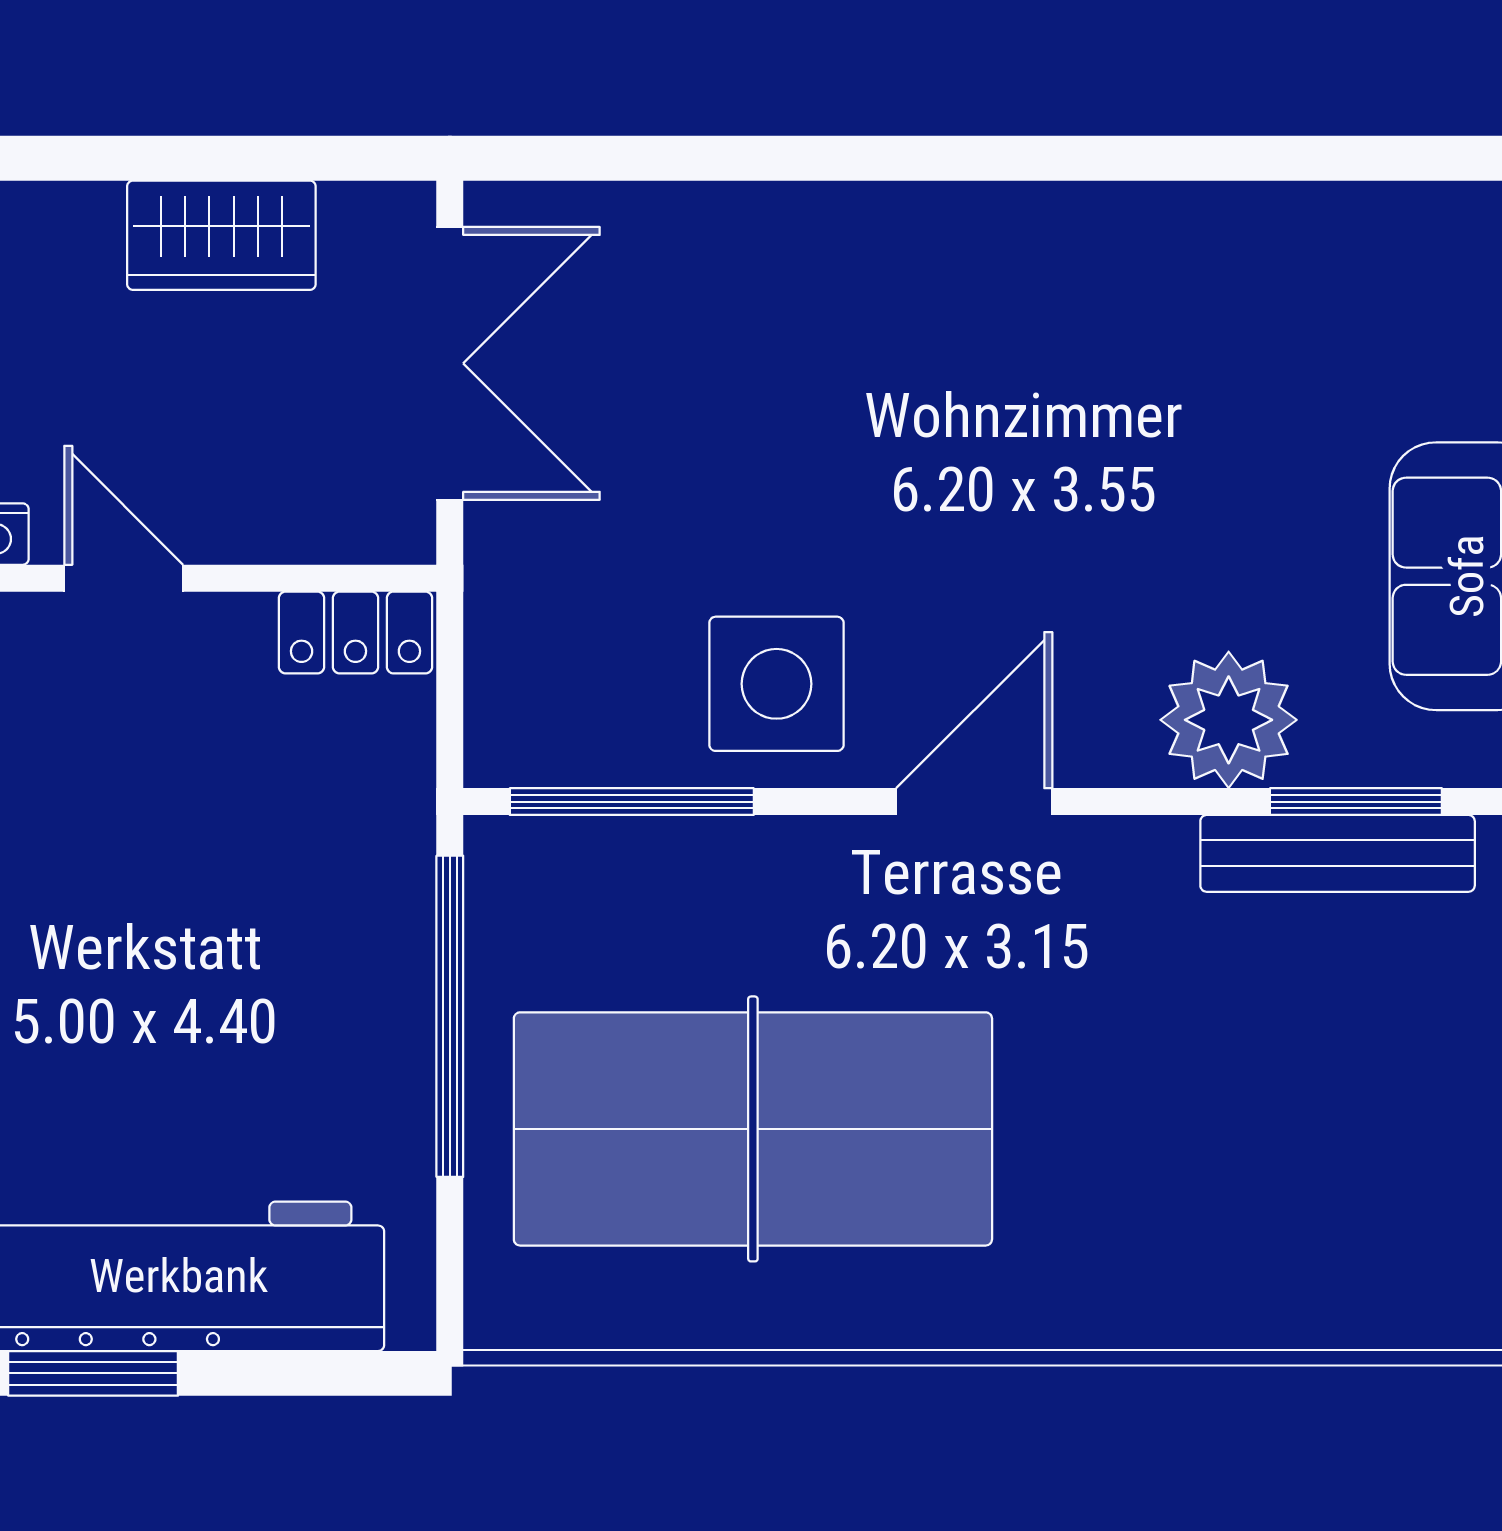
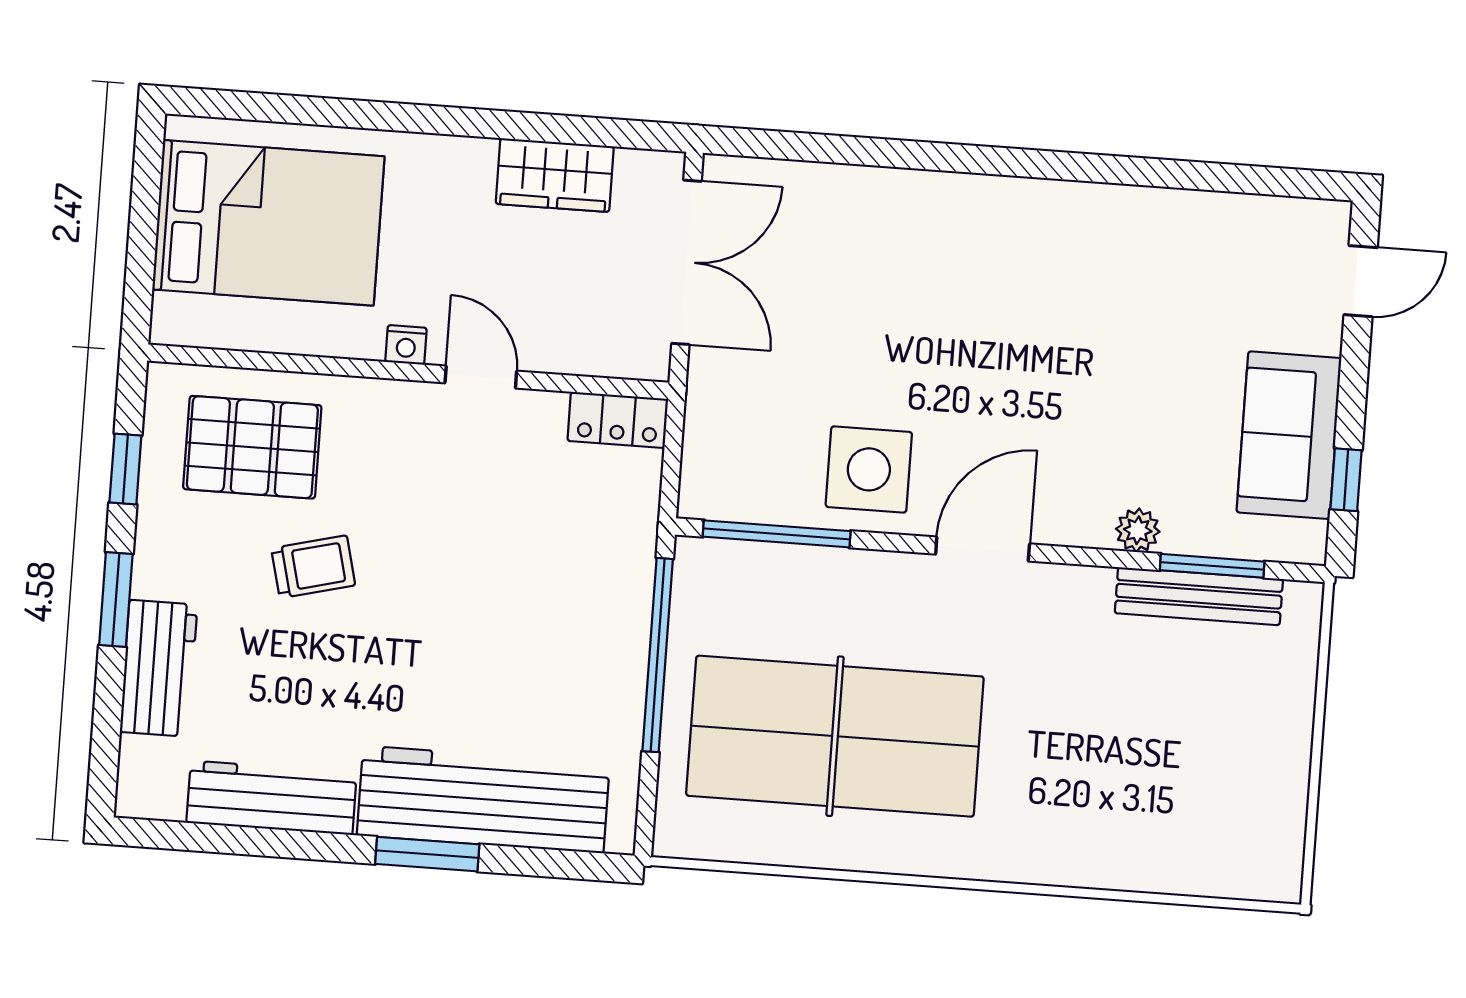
plant: (1229, 720) -> (1138, 530), width x0.53, depth x0.53

